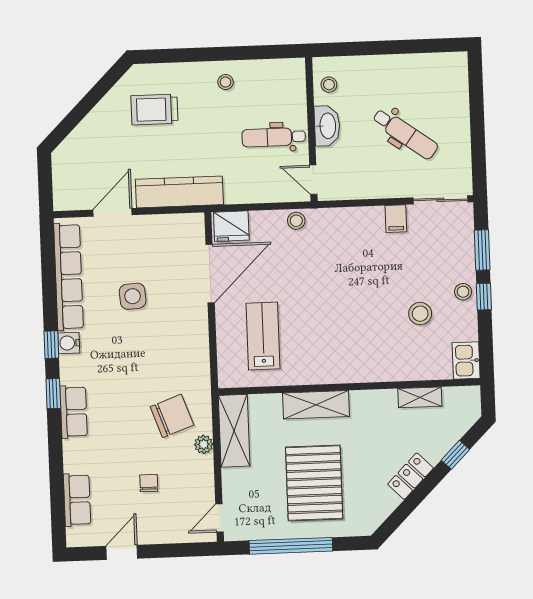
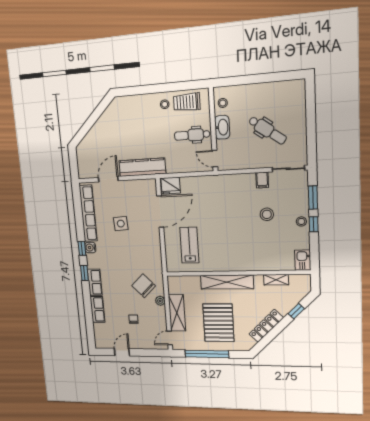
trolley: (154, 110) -> (187, 102), moved
stool: (296, 221) -> (206, 182), removed
stool: (420, 314) -> (267, 214), moved
shelving: (316, 405) -> (227, 282), width x1.47
chair: (172, 416) -> (144, 286), turned -114
shelving: (234, 431) -> (177, 313), moved
locker: (410, 476) -> (266, 326), width x1.53
row of seats: (77, 500) -> (97, 309), moved

